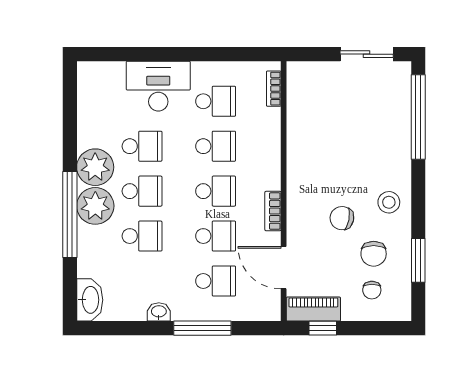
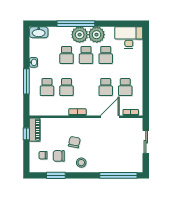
sliding door: (367, 54) -> (146, 142), moved
desk: (158, 86) -> (129, 37), moved, turned -90
school desk: (216, 191) -> (86, 87), removed
door: (284, 268) -> (110, 117), moved

